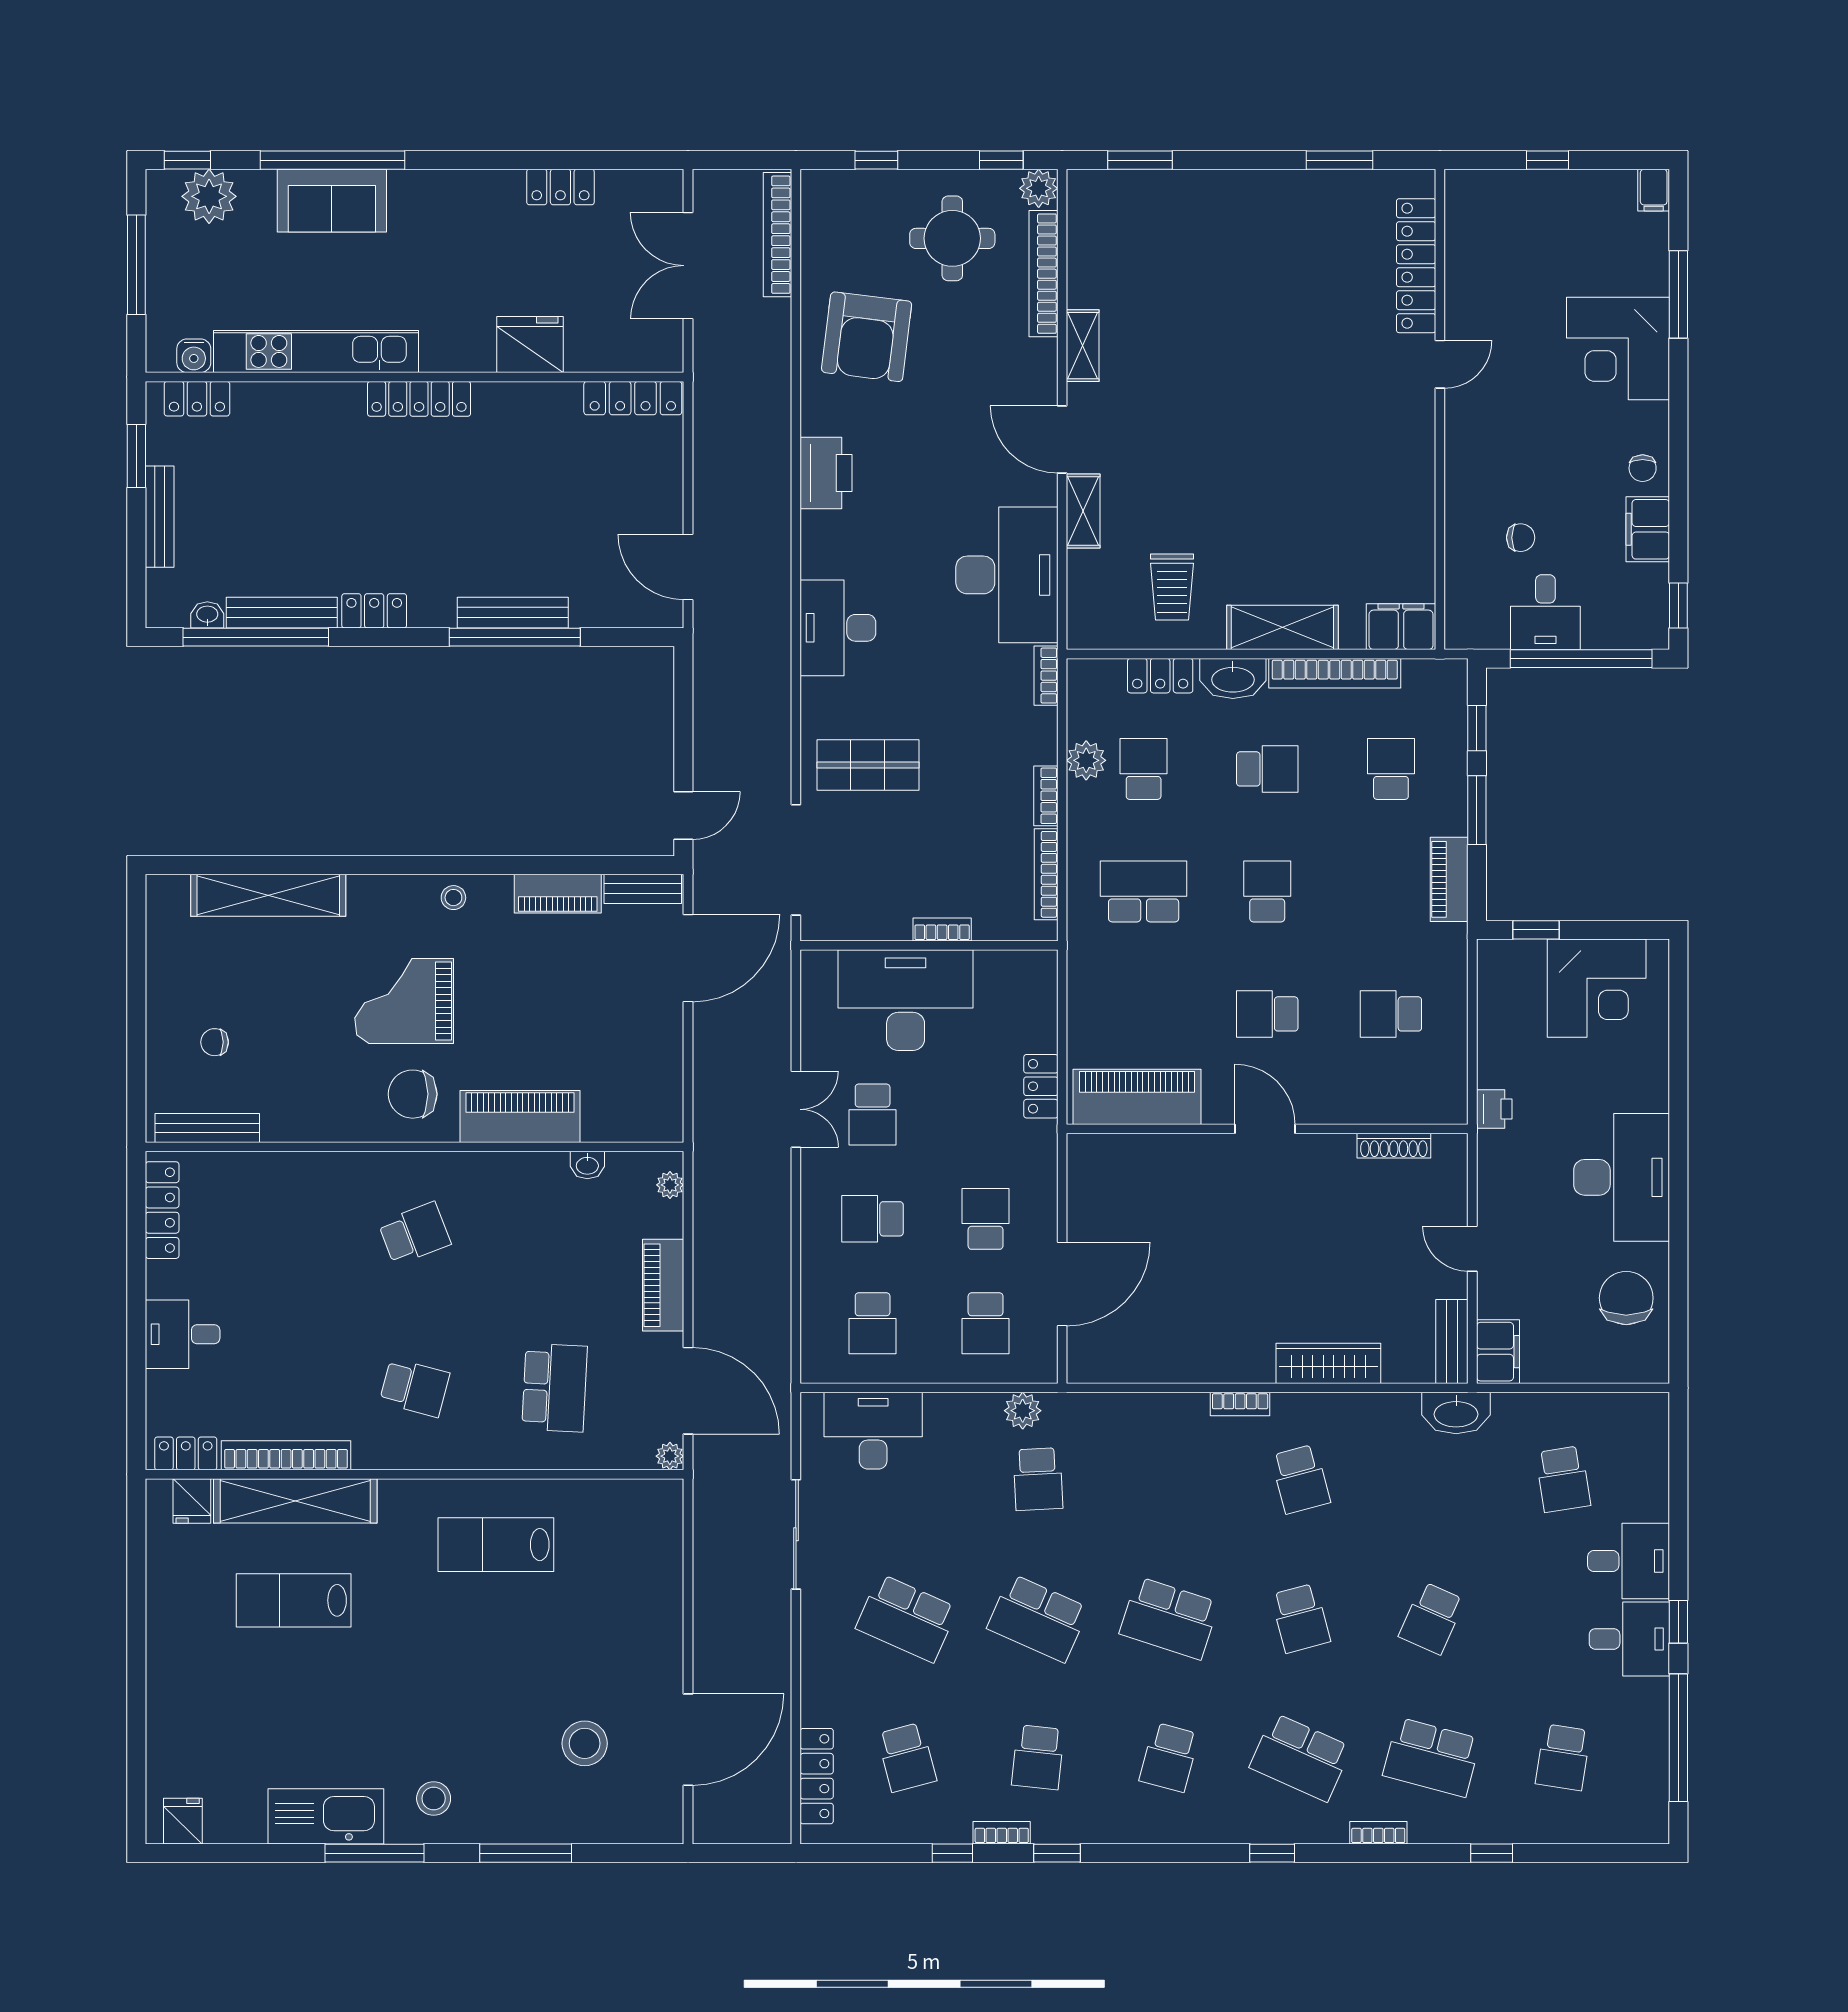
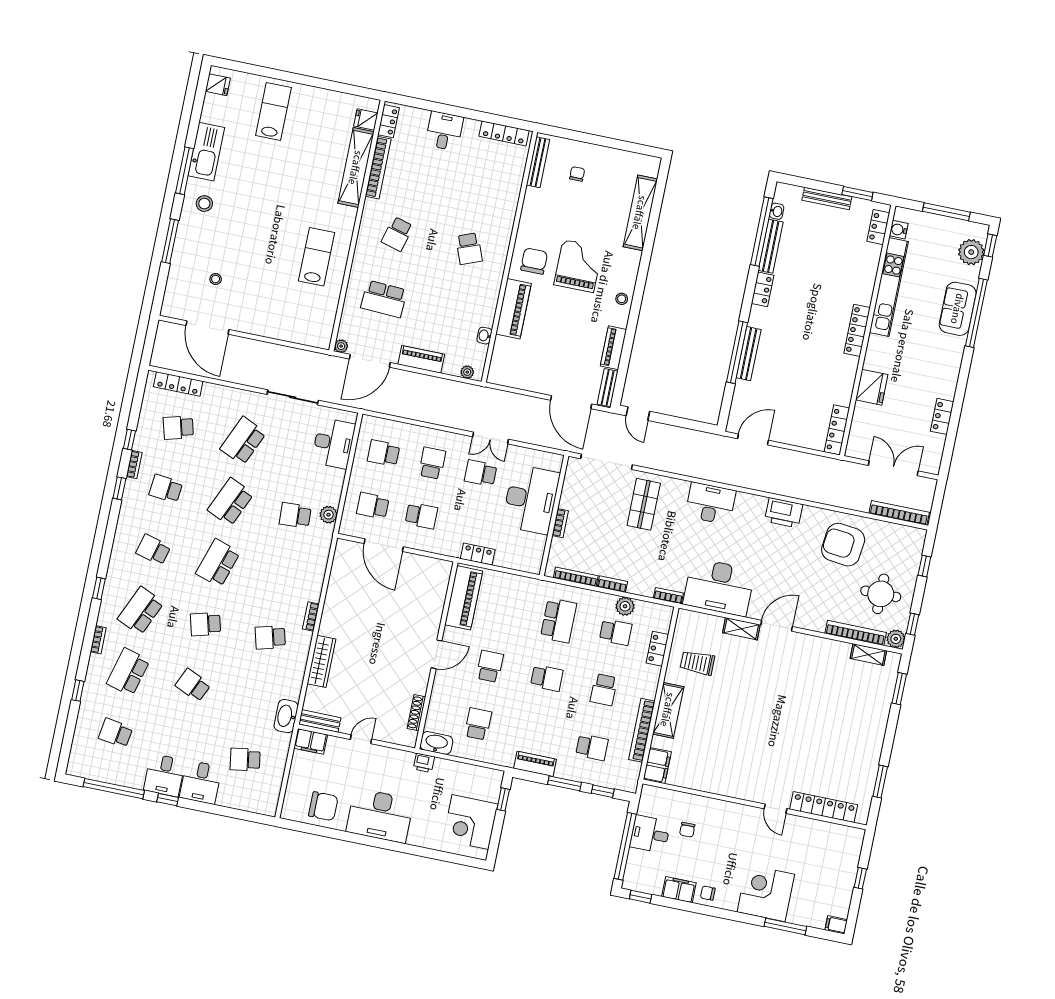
shelving: (1083, 346) -> (868, 655), moved
washbasin: (1233, 678) -> (436, 743), moved, turned 90
lab bench: (294, 1600) -> (273, 111), moved
stool: (585, 1743) -> (216, 279), width x0.53, depth x0.53

